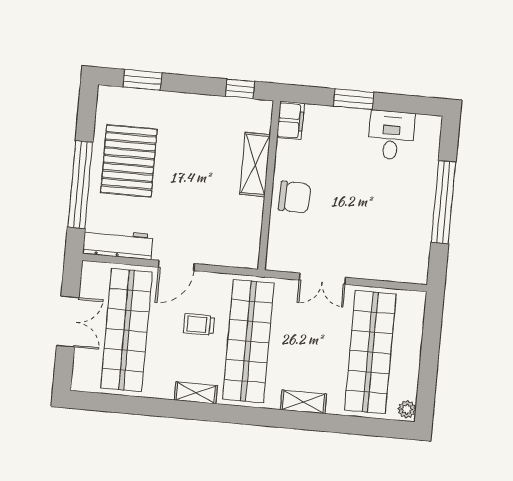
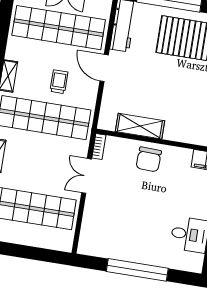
shelving: (255, 164) -> (140, 126), moved
bookcase: (282, 265) -> (99, 147), added

